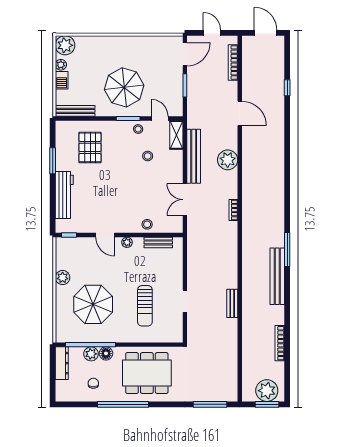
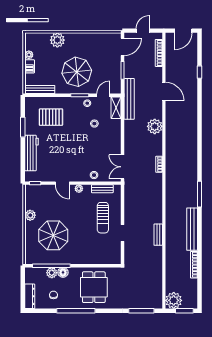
door: (212, 33) -> (143, 31), hinge flipped
door: (266, 33) -> (183, 31), swing flipped
plant: (65, 45) -> (57, 40), moved
door: (160, 118) -> (103, 95), hinge flipped
pallet: (90, 147) -> (51, 117), turned 90
bench: (194, 156) -> (129, 99), moved
double door: (185, 200) -> (122, 167), moved
bench: (277, 276) -> (192, 229), moved
sun lounger: (145, 306) -> (103, 218), moved
dresser: (62, 363) -> (30, 296), moved
dining table: (147, 373) -> (94, 287), width x0.73
plant: (267, 391) -> (174, 300), moved

